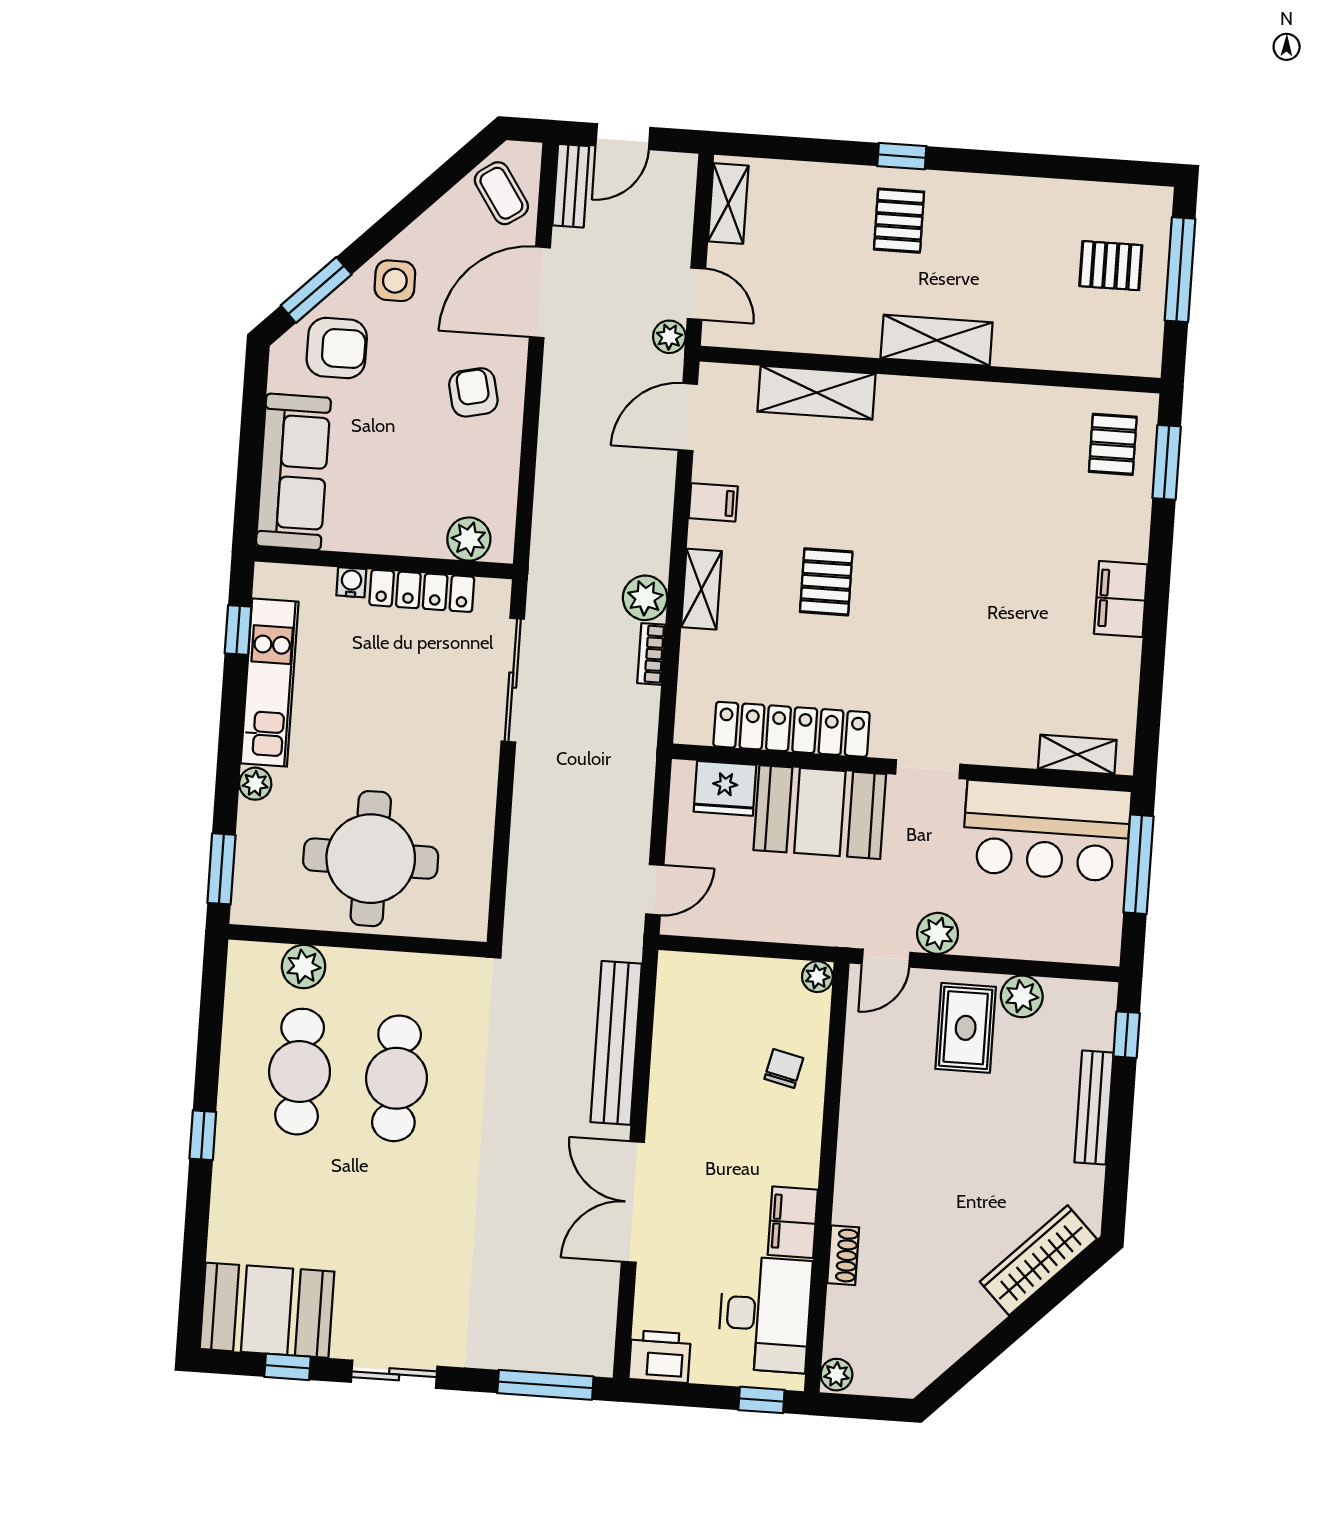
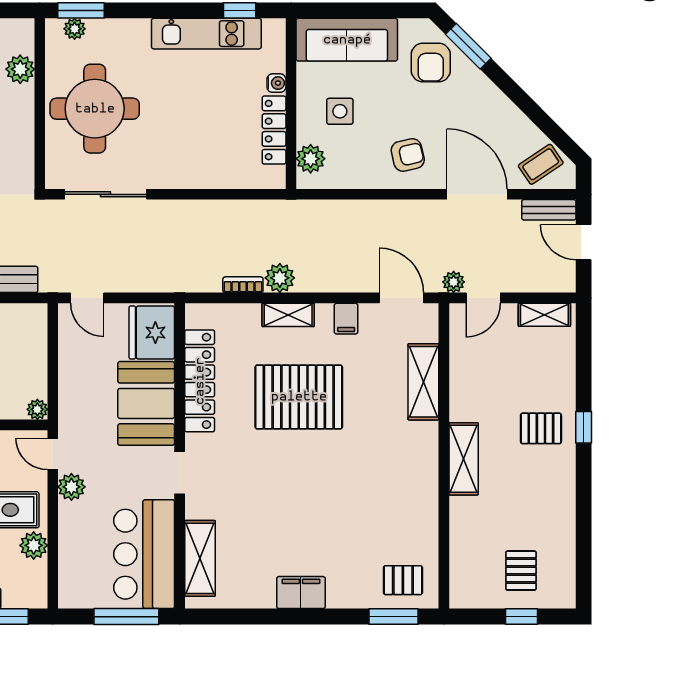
window: (1180, 270) -> (522, 617), width x0.46
side table: (395, 281) -> (340, 111), moved
pallet: (826, 582) -> (299, 397), width x2.05, depth x2.00
sliding door: (513, 680) -> (106, 194), moved
shelving: (1077, 754) -> (200, 558), width x1.50, depth x1.33
plant: (255, 784) -> (75, 29), moved
fridge: (725, 788) -> (152, 333), width x1.36, depth x1.34

